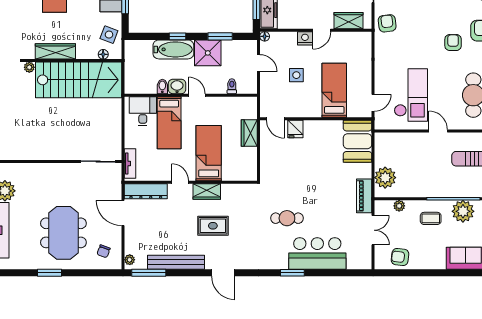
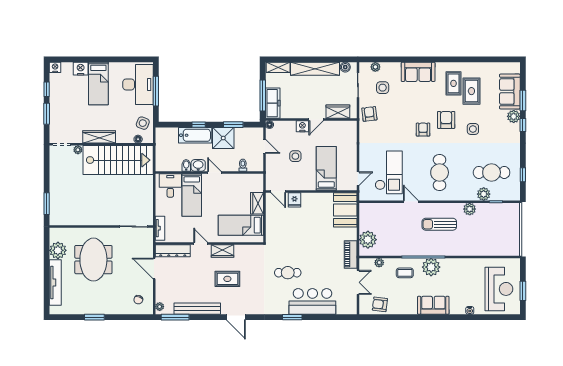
bed: (209, 153) -> (241, 225), moved, turned -90
meeting table: (63, 233) -> (93, 260), moved

